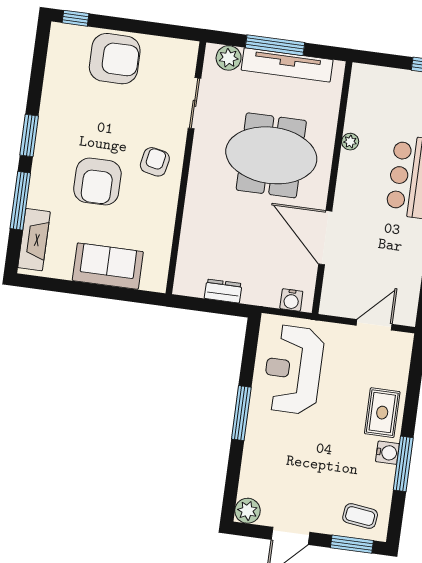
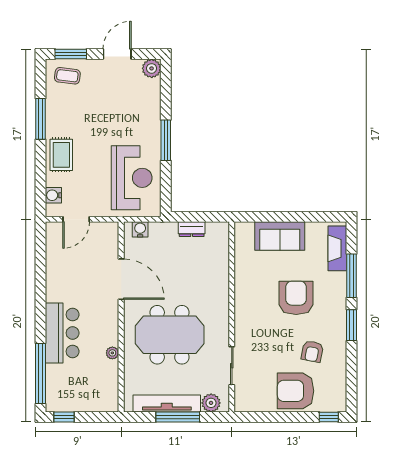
armchair: (155, 162) -> (312, 351), moved
water cooler: (387, 453) -> (53, 195), moved

